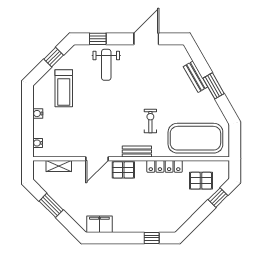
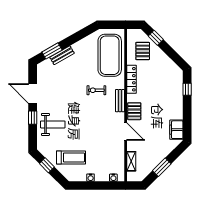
window: (98, 39) -> (33, 118), moved
window: (214, 86) -> (52, 51), moved

